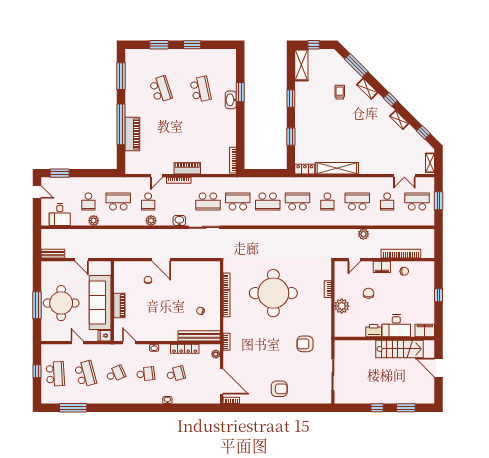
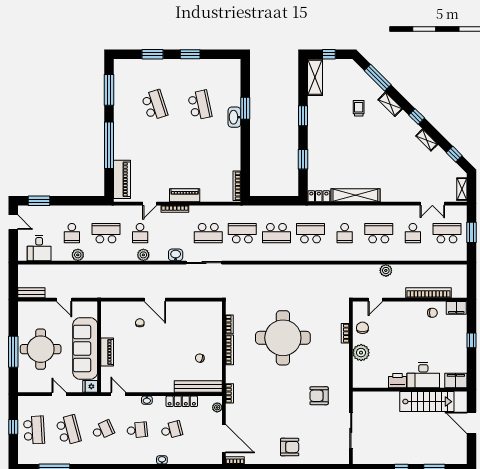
piano: (132, 134) -> (122, 179), moved
filing cabinet: (382, 267) -> (456, 308), moved
chair: (368, 293) -> (362, 328), moved

